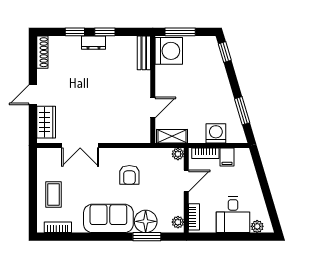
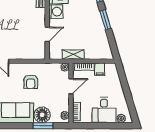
window: (242, 111) -> (105, 20), moved
washing machine: (216, 133) -> (56, 12), moved, turned 90
shelving: (172, 136) -> (73, 55), moved

